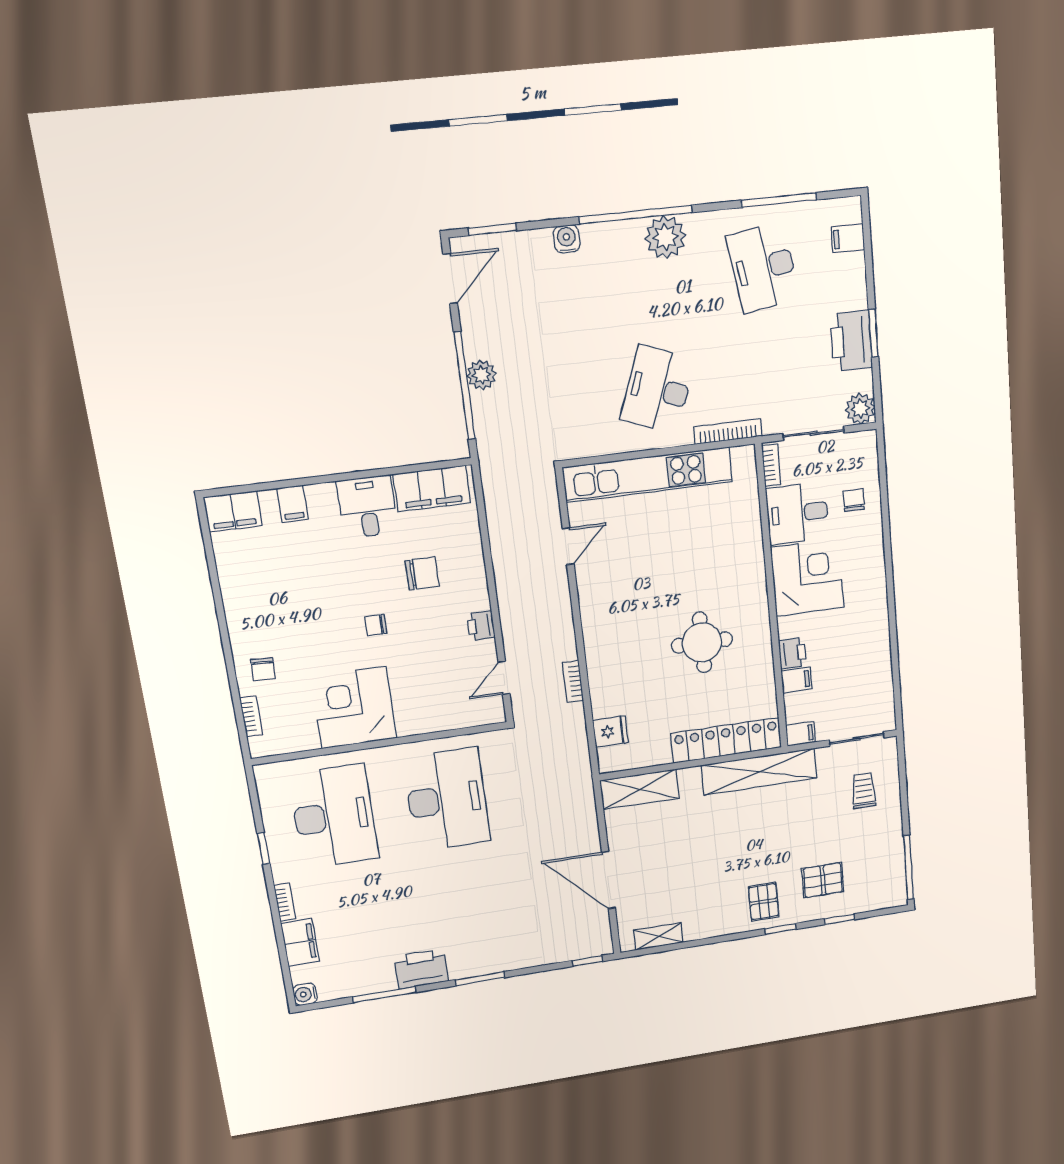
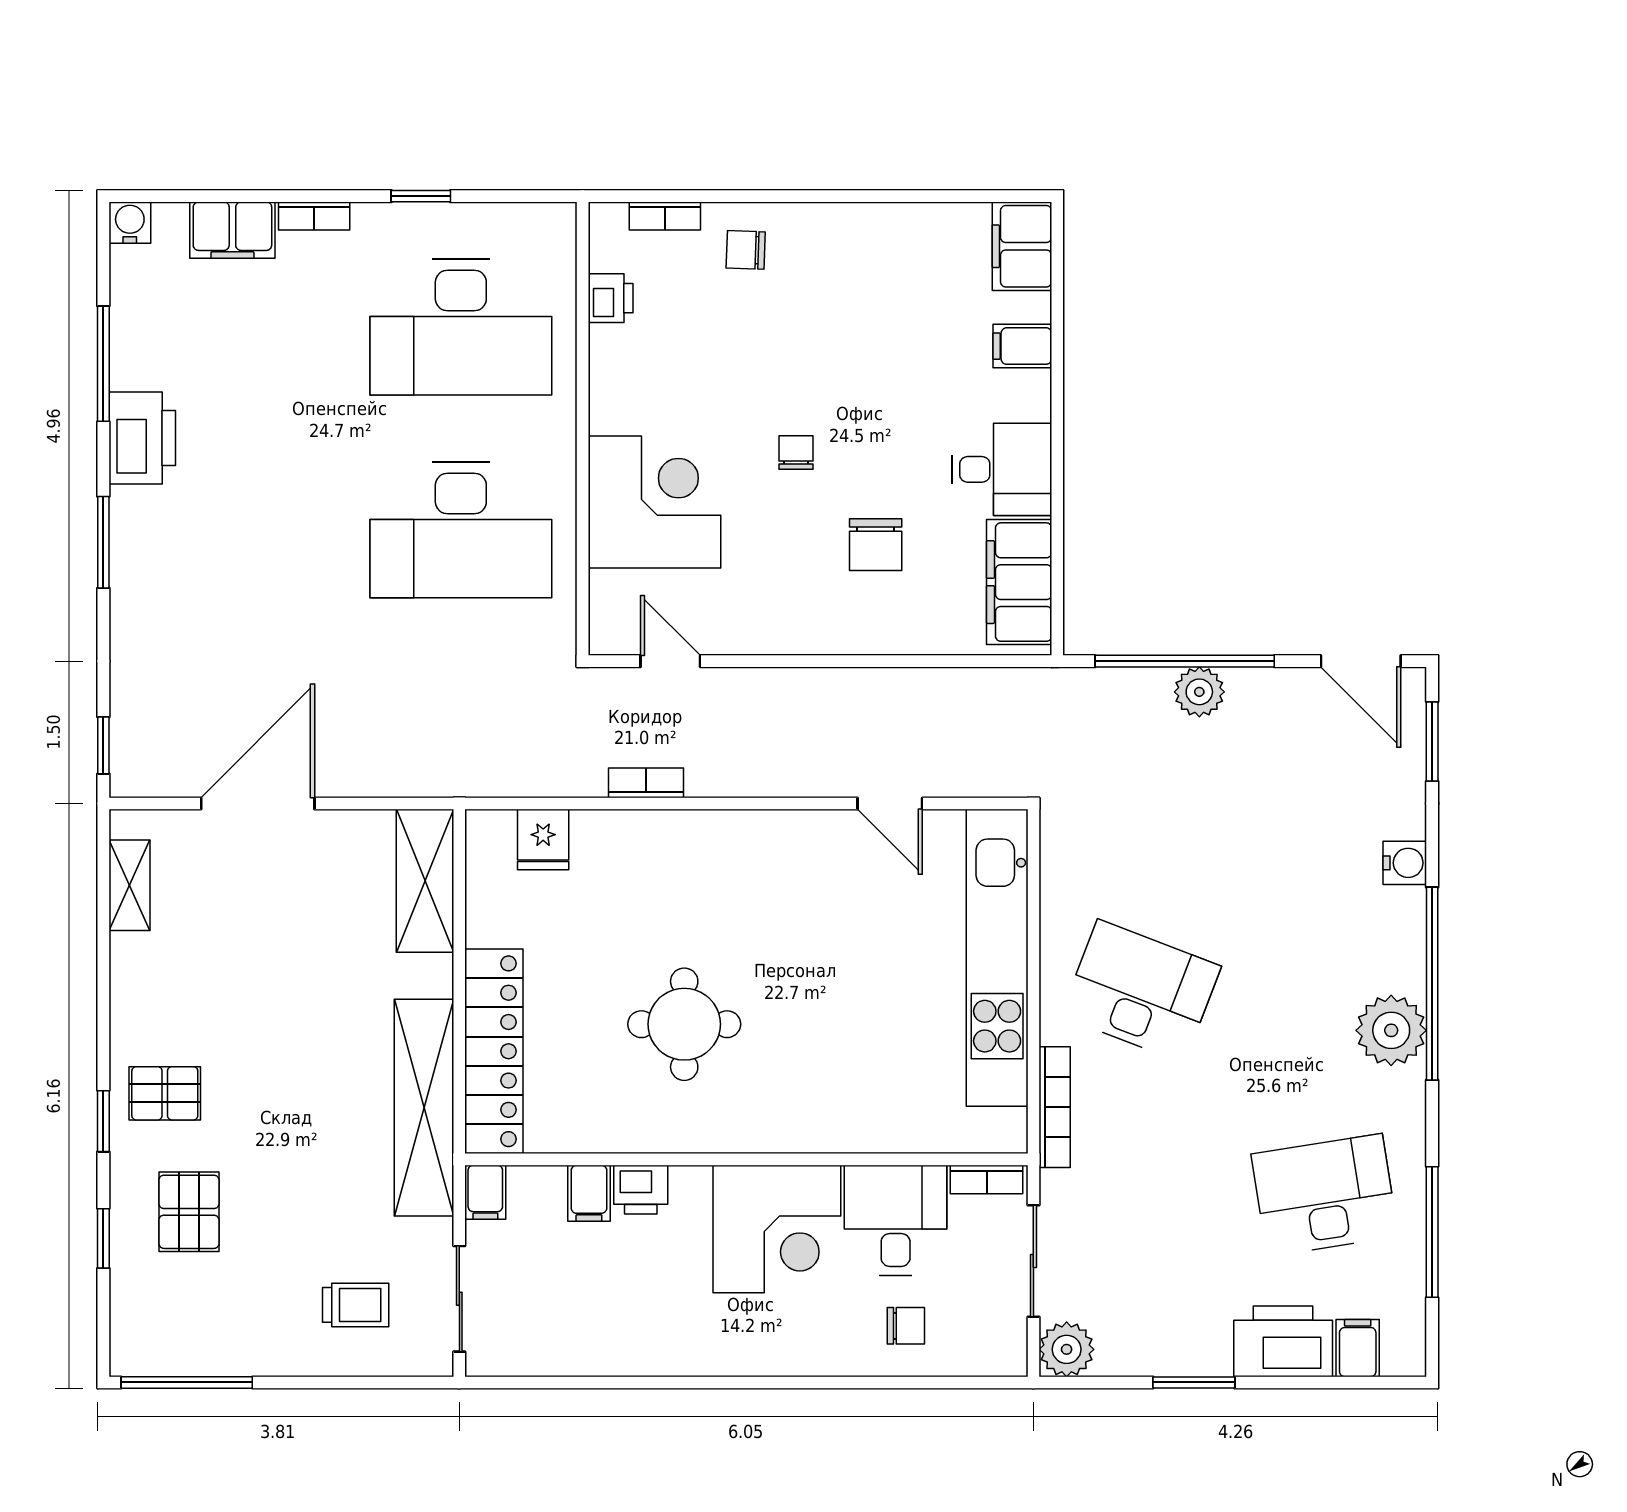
printer: (851, 341) -> (1283, 1341), moved
printer: (481, 626) -> (611, 298), moved, turned 90
corner desk: (354, 708) -> (655, 502), moved

